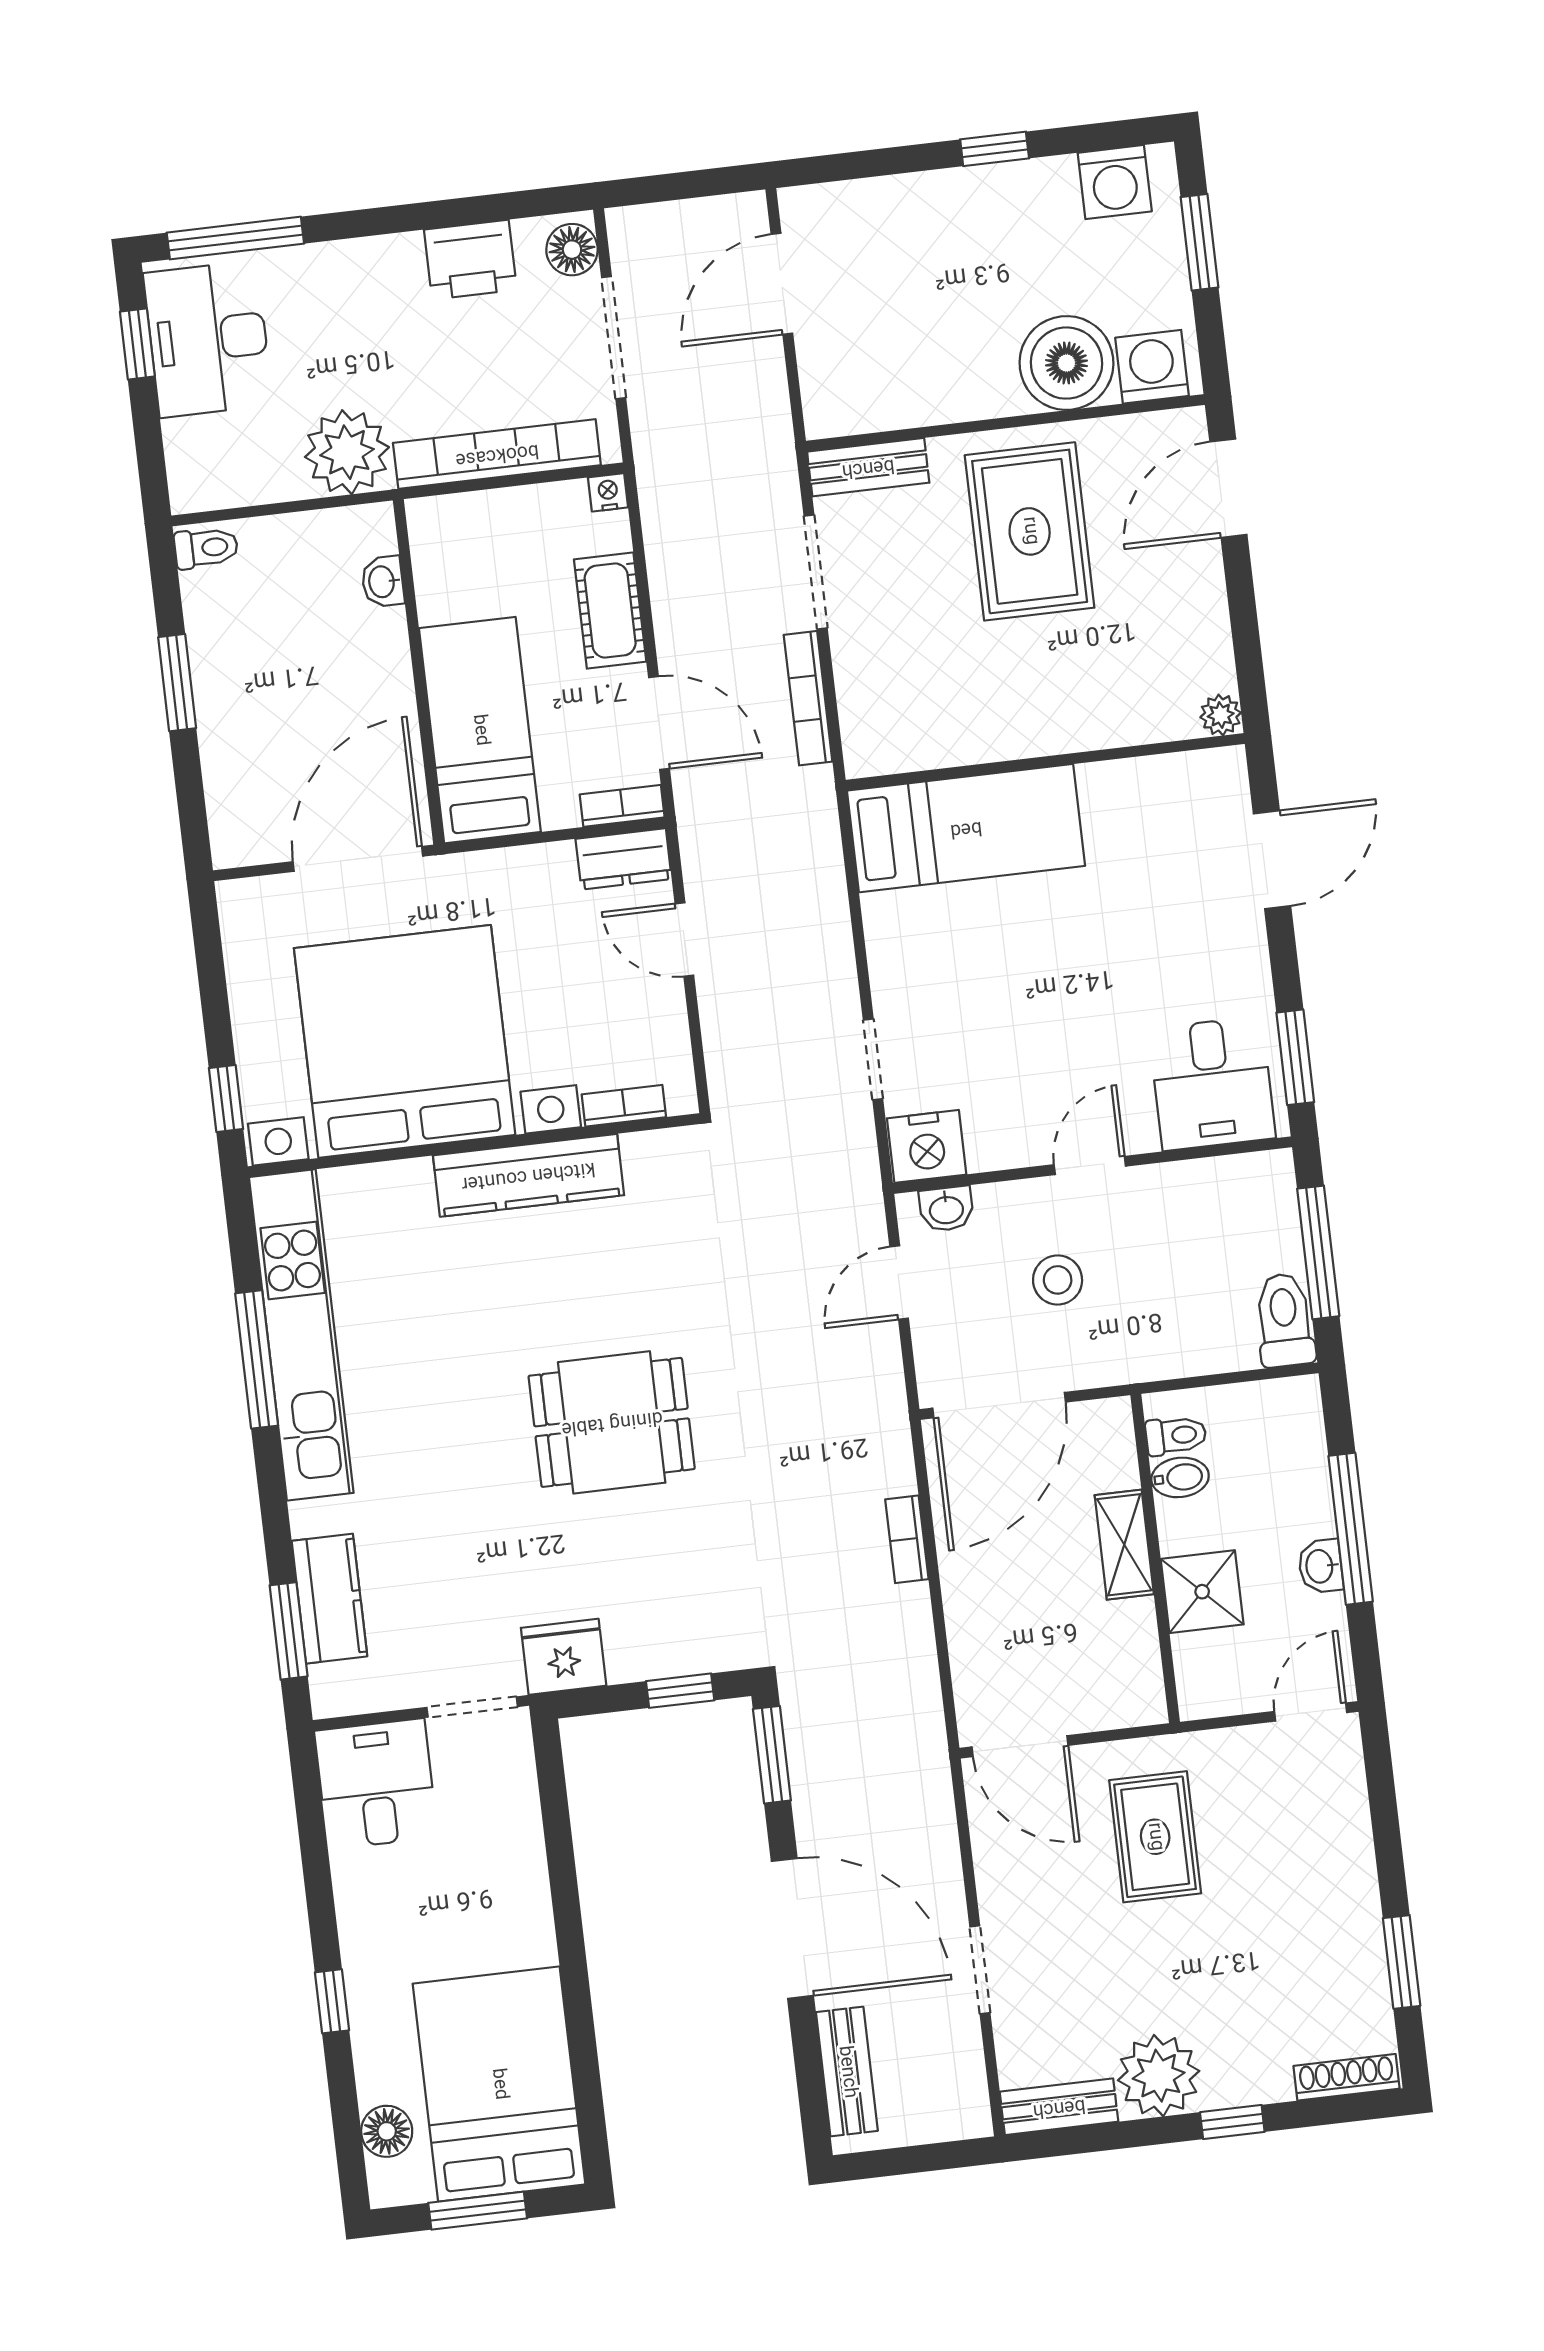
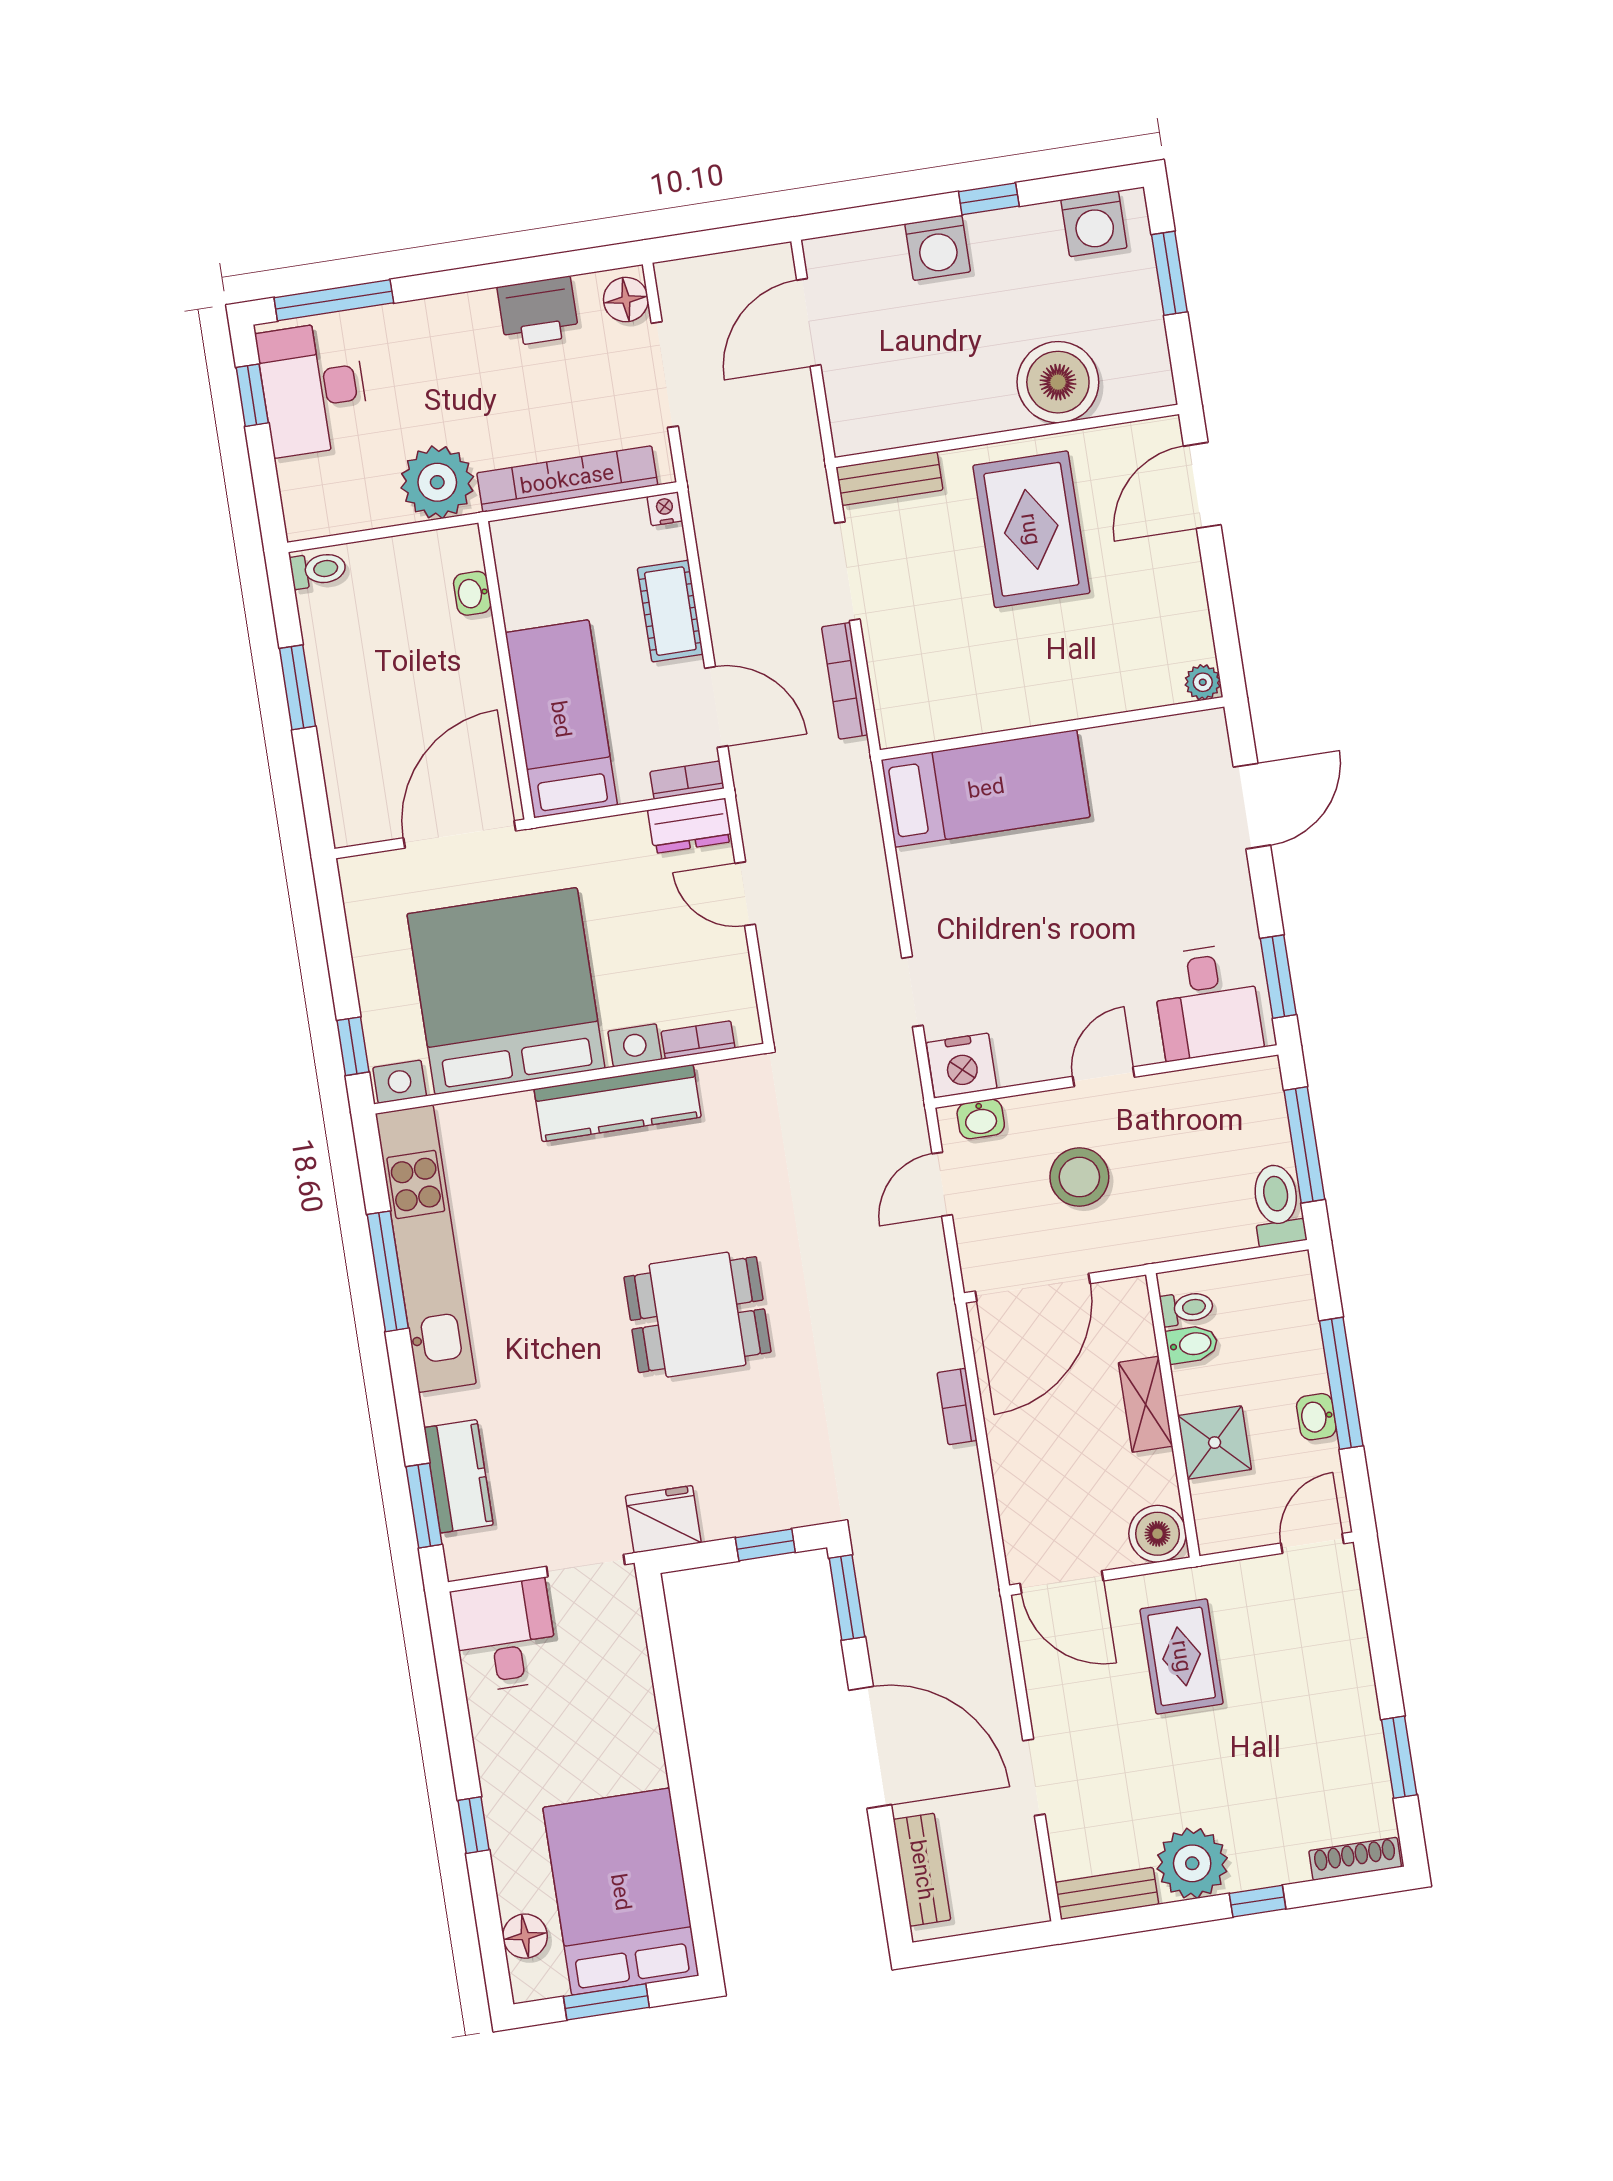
washing machine: (1152, 367) -> (938, 248), moved, turned 180
stool: (1058, 1280) -> (1079, 1177), width x1.38, depth x1.38
boiler: (1133, 1694) -> (1157, 1534), added

